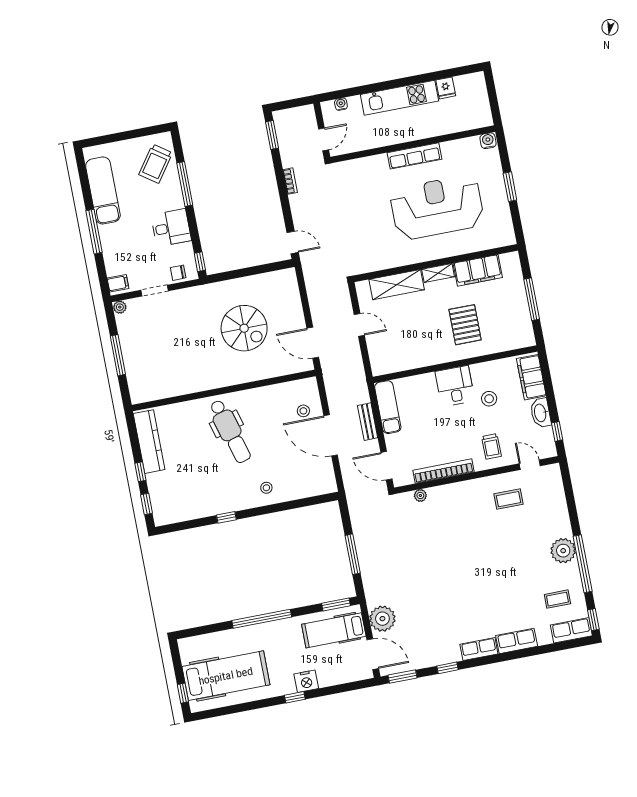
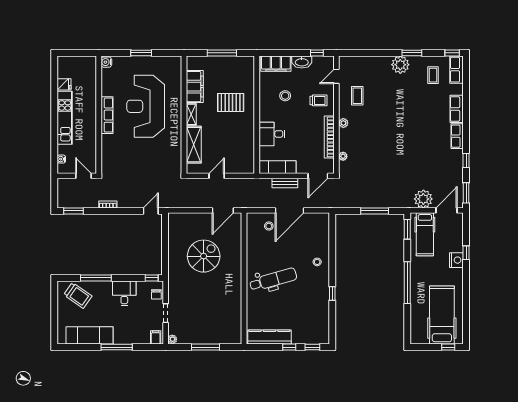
desk: (455, 386) -> (272, 134), moved
plant: (467, 487) -> (343, 123), added
window: (583, 564) -> (412, 53), width x0.47
window: (295, 697) -> (466, 253), moved

